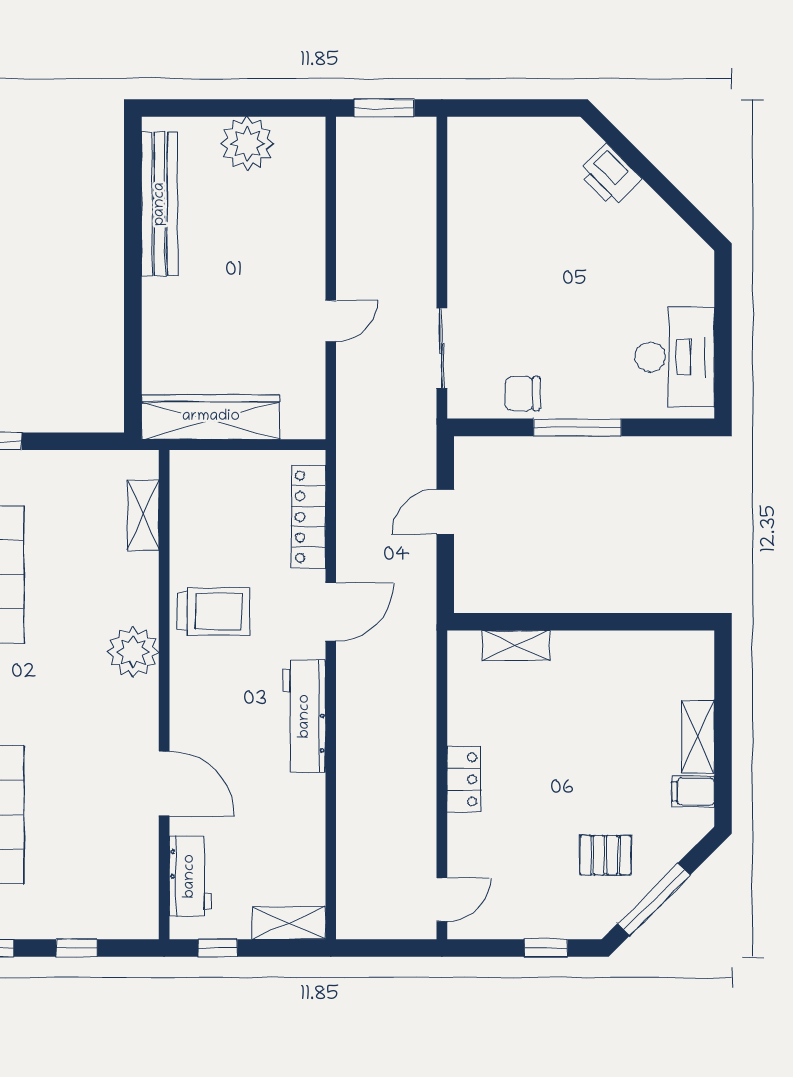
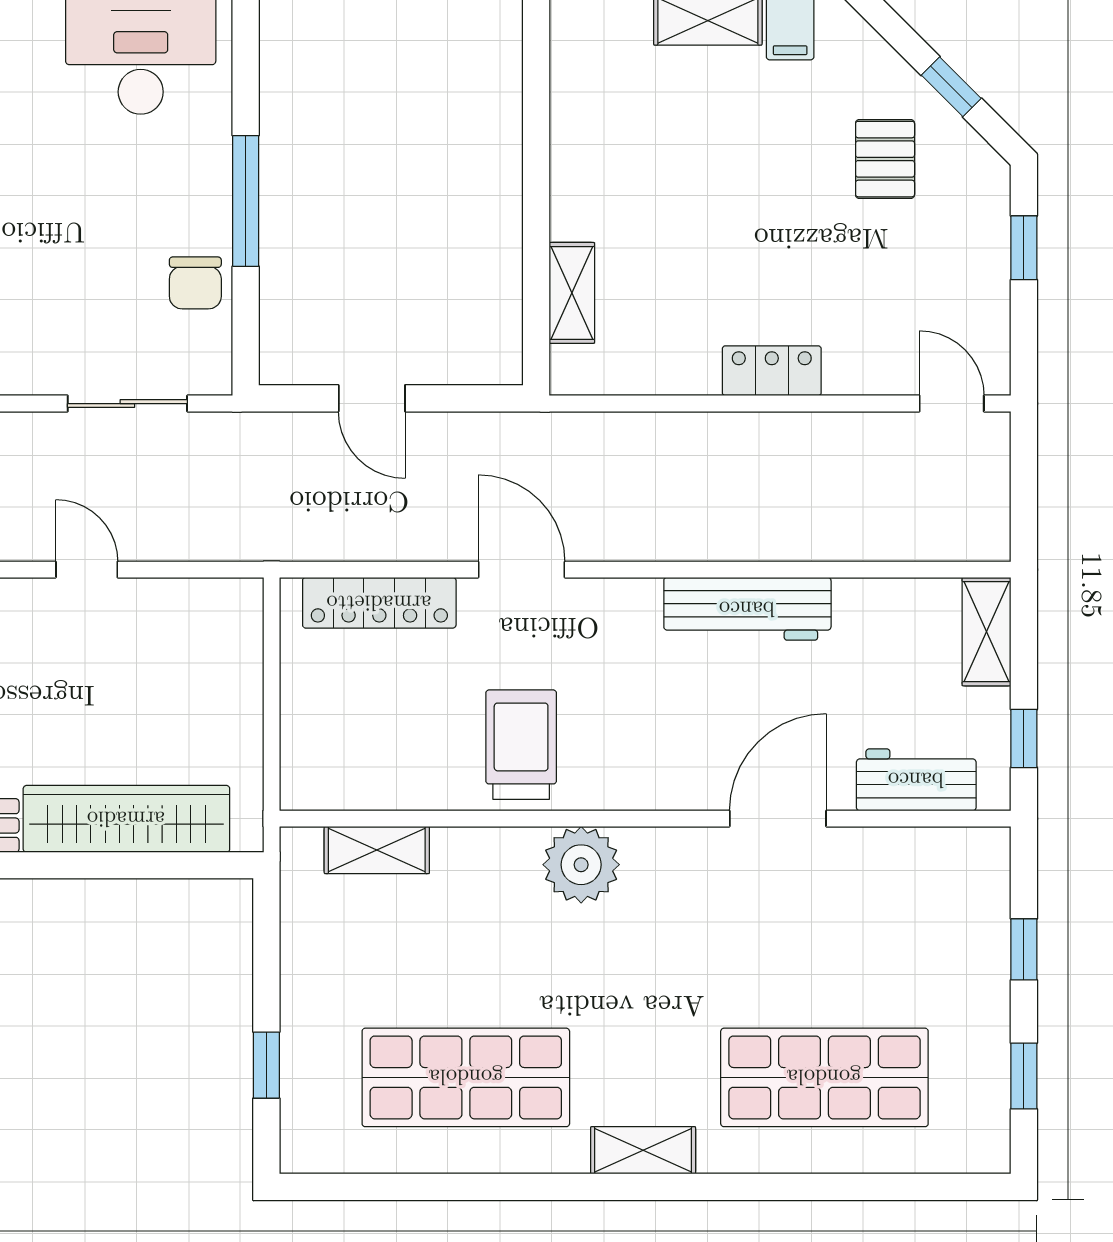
wardrobe: (211, 417) -> (126, 819), moved, turned 90
workbench: (305, 716) -> (747, 609), moved
window: (654, 899) -> (951, 87), width x0.46

